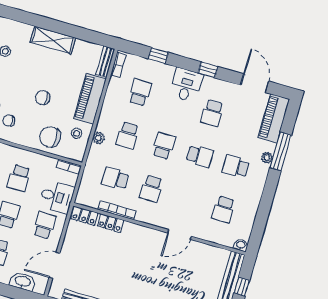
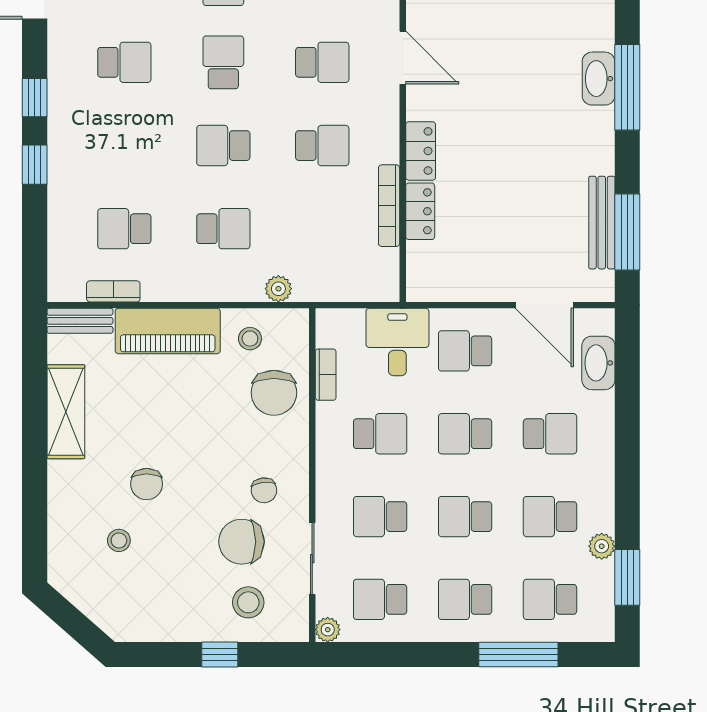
shelving: (53, 40) -> (66, 412), moved
window: (158, 56) -> (35, 165), moved
bookcase: (118, 65) -> (113, 291), moved
desk: (186, 85) -> (80, 134), removed
chair: (43, 98) -> (147, 484), moved
plant: (99, 138) -> (278, 289), moved
bookcase: (69, 167) -> (326, 375), moved
school desk: (115, 178) -> (322, 62), moved, turned -90
locker: (84, 216) -> (421, 151), moved

